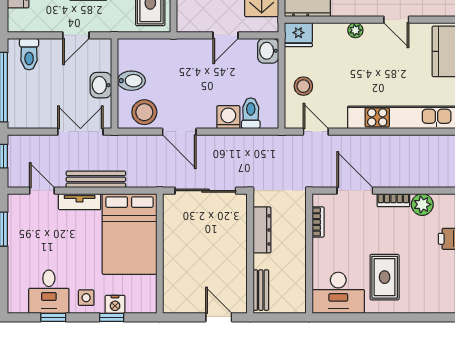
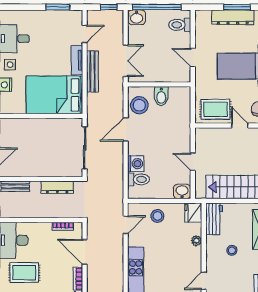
plant: (355, 30) -> (196, 241), moved
washbasin: (101, 85) -> (137, 17), moved, turned 180
door: (355, 191) -> (85, 252), swing flipped

